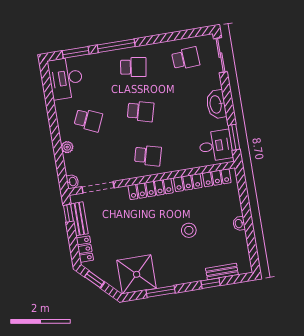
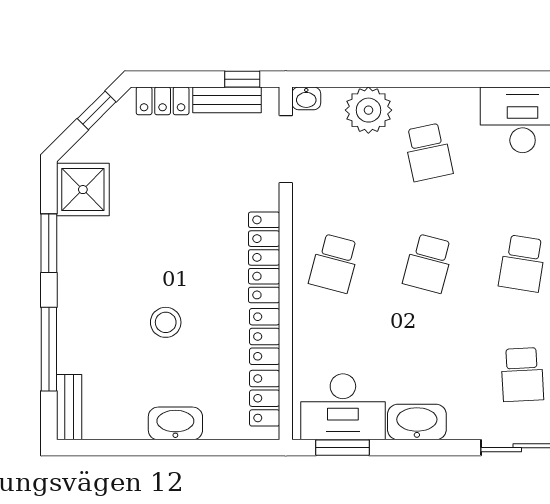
school desk: (88, 120) -> (428, 152), turned -36
desk: (216, 146) -> (343, 407), width x1.37
plant: (67, 147) -> (368, 110), width x1.88, depth x1.88
washbasin: (239, 224) -> (175, 423), width x1.91, depth x1.45
bench: (222, 272) -> (69, 407), moved
shower: (137, 274) -> (83, 190), width x0.73, depth x0.73
window: (211, 283) -> (49, 349), width x2.17

